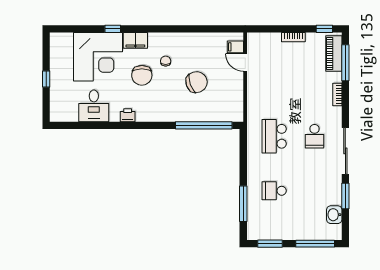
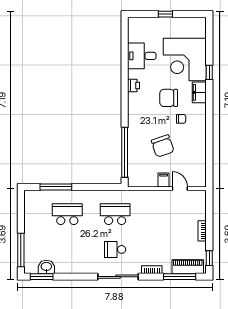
filing cabinet: (235, 47) -> (164, 180), moved
door: (245, 62) -> (180, 189), hinge flipped
sliding door: (345, 151) -> (118, 277), moved
school desk: (274, 191) -> (67, 214), width x1.85
window: (345, 196) -> (42, 277), moved
window: (270, 244) -> (21, 210), removed

